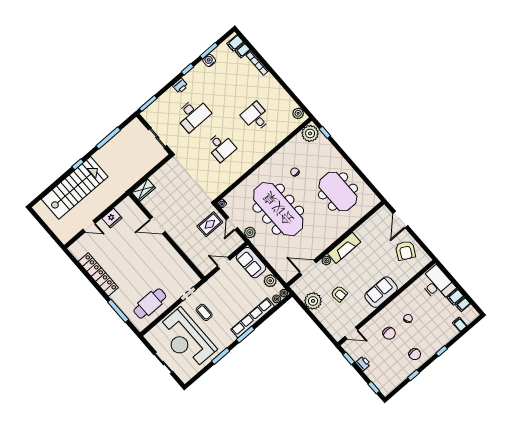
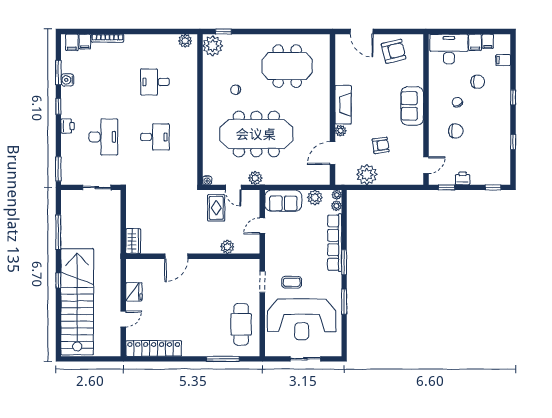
stairs: (75, 188) -> (77, 302), width x1.36
armchair: (405, 251) -> (394, 51), turned -42
plant: (191, 252) -> (227, 247), added
locker: (98, 274) -> (154, 348), moved
chair: (415, 354) -> (478, 82), moved

